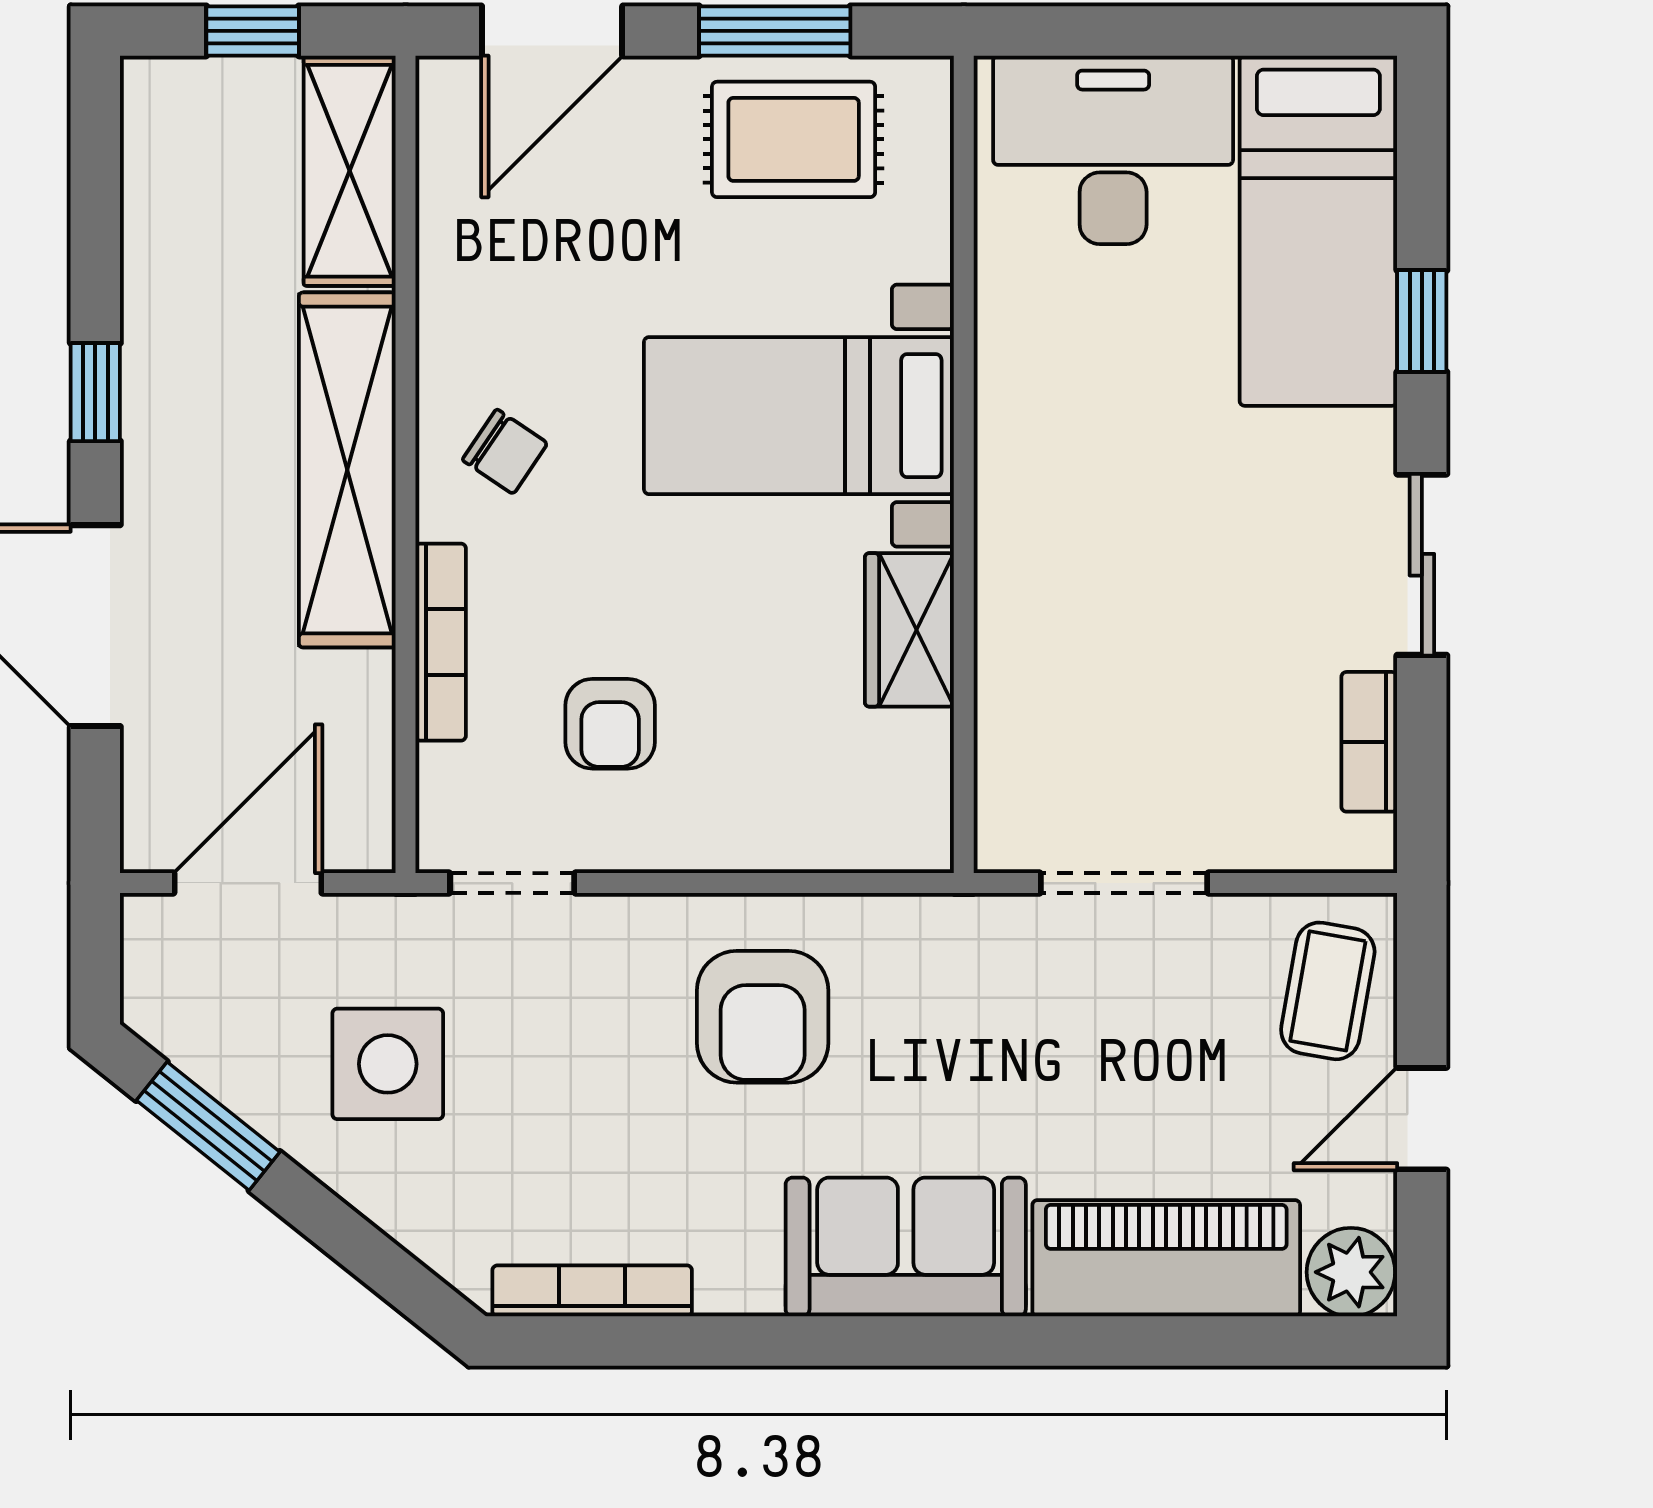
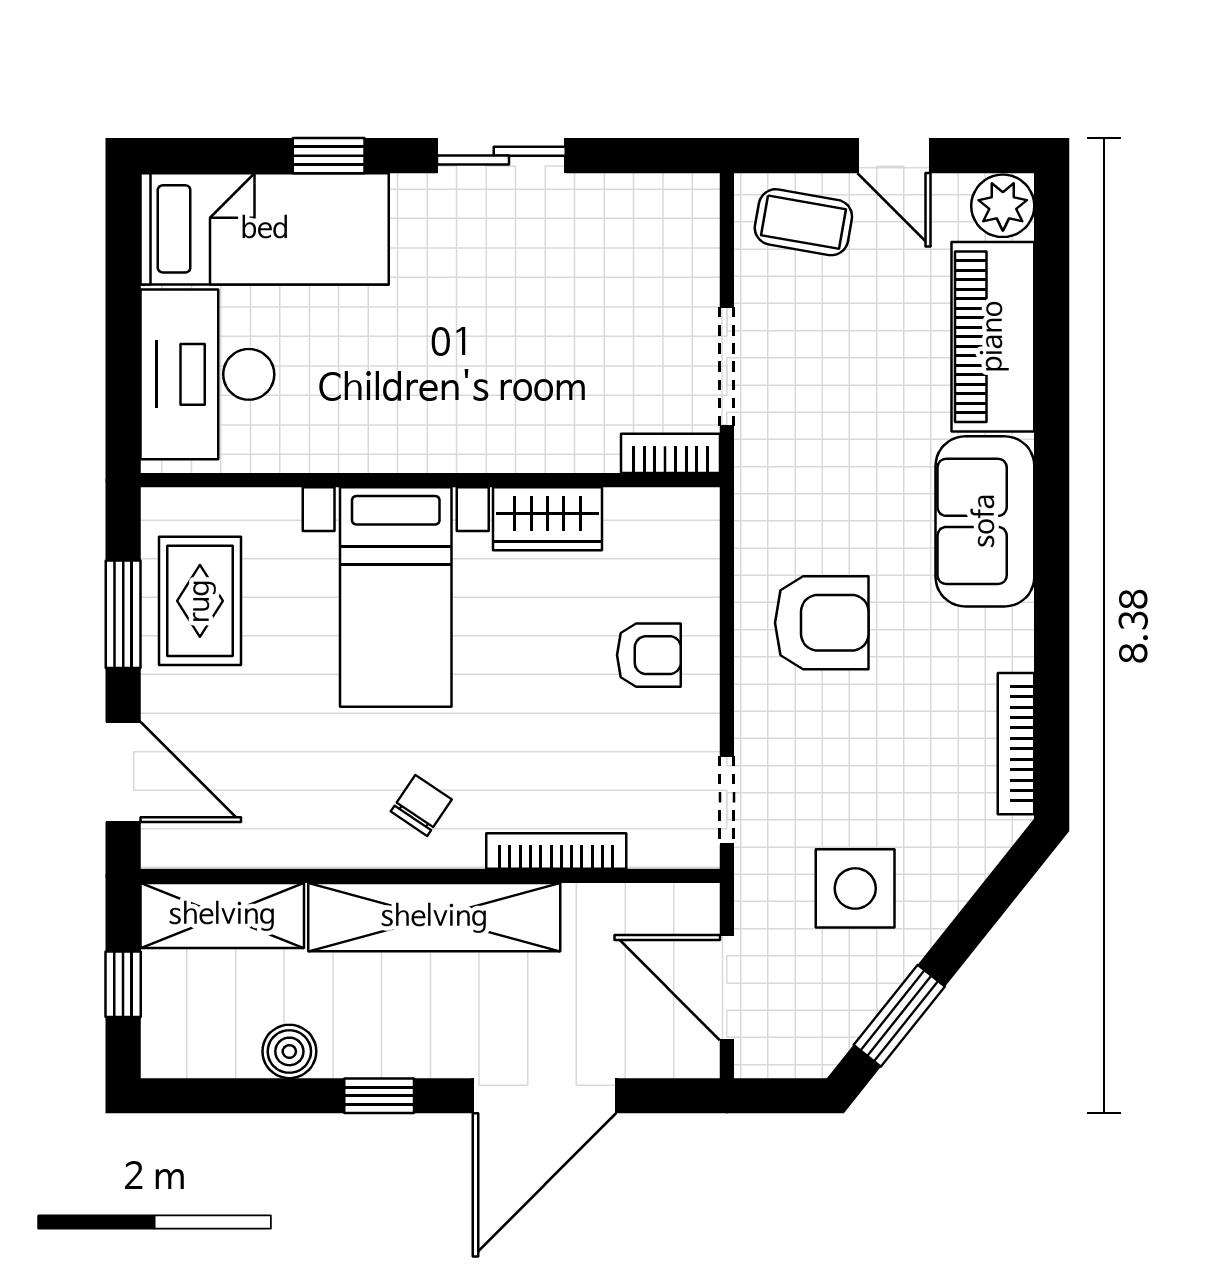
boiler: (158, 266) -> (289, 1051), added
armchair: (610, 724) -> (649, 655), moved
bookcase: (1369, 742) -> (671, 453), moved, turned 180

